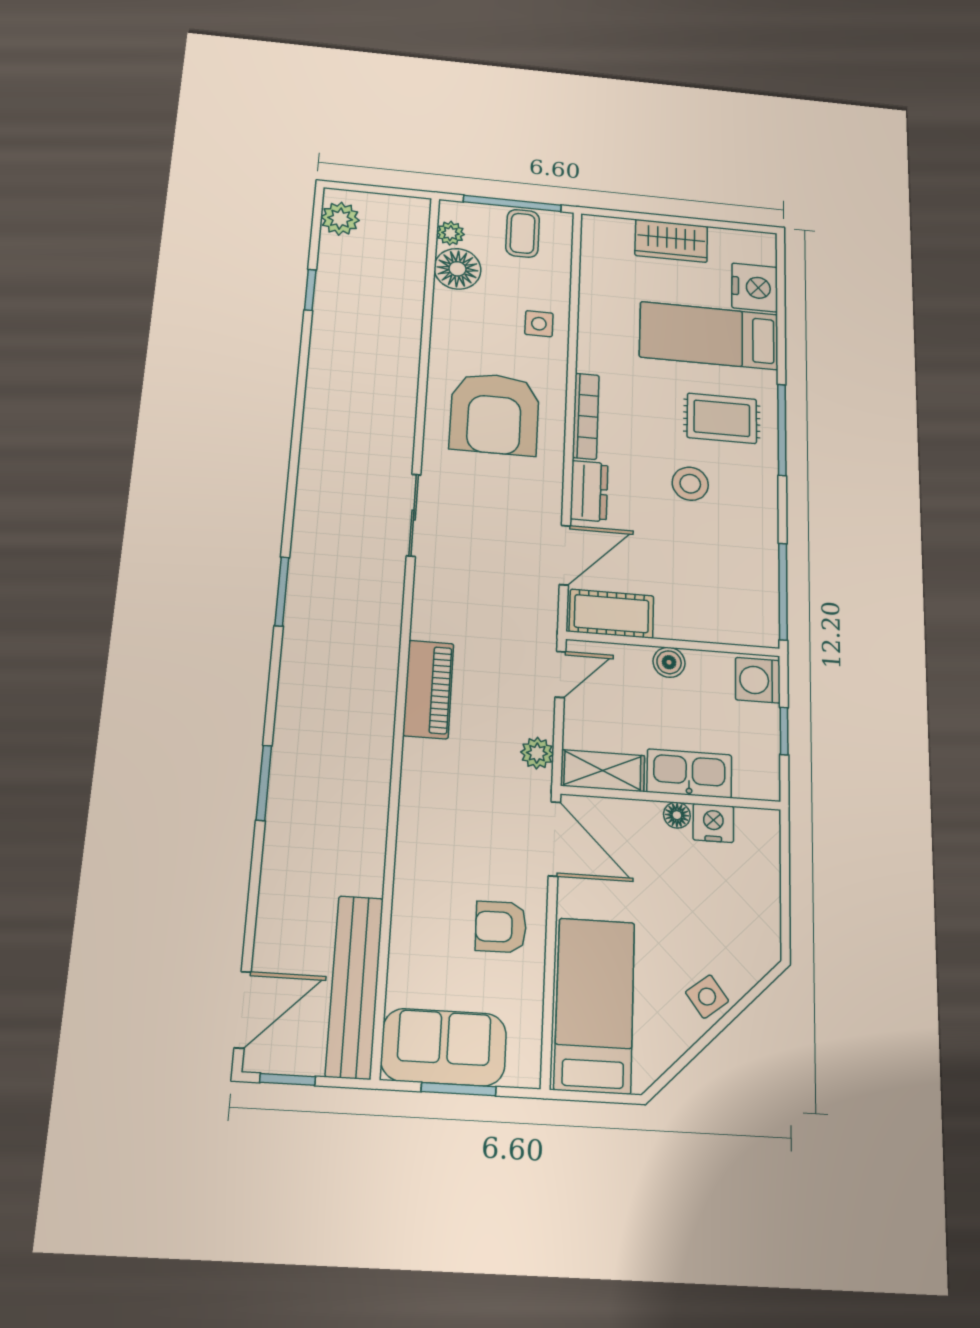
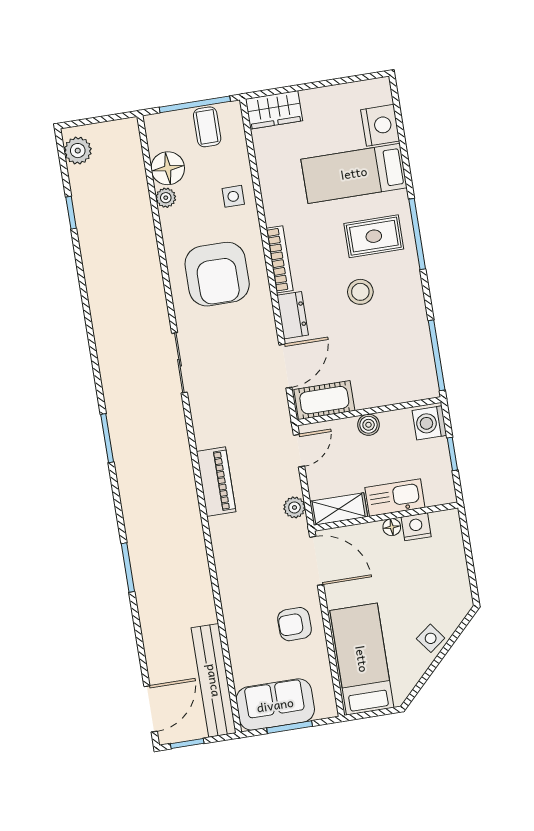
plant: (450, 233) -> (166, 198), moved
wardrobe: (671, 241) -> (274, 110), moved

